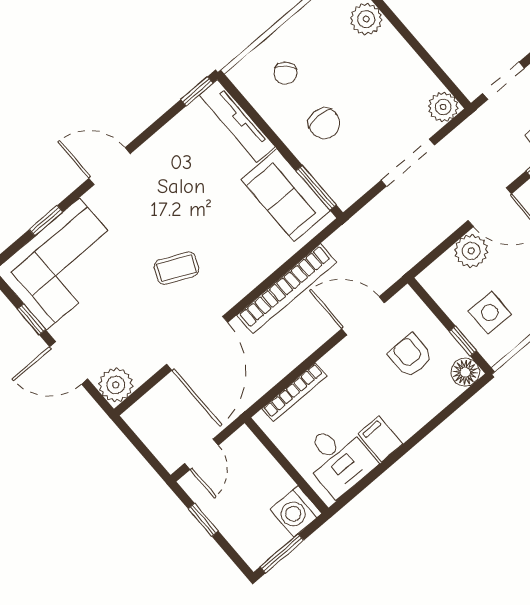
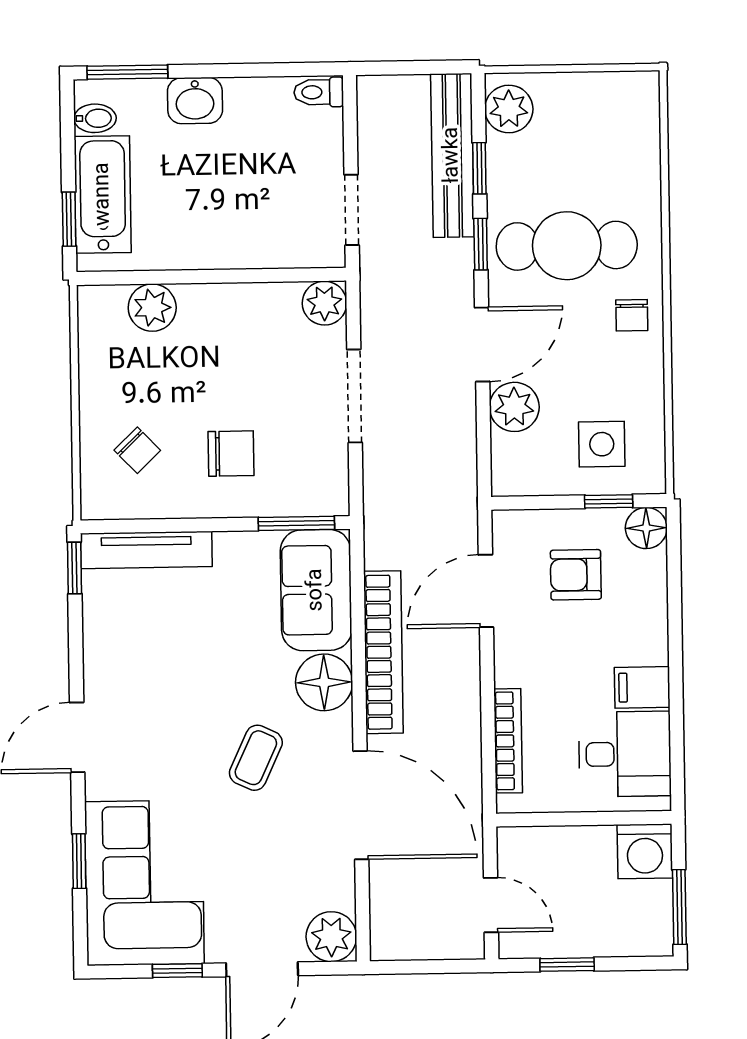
sofa: (286, 195) -> (316, 590), moved, turned 90
floor lamp: (245, 271) -> (324, 682), added

